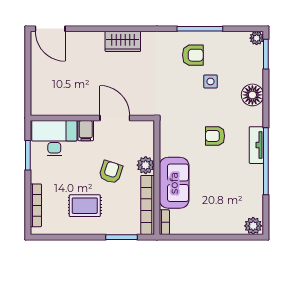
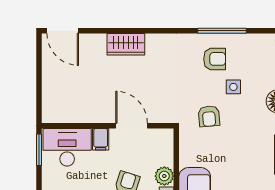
wardrobe: (123, 41) -> (126, 44), moved
armchair: (215, 136) -> (209, 116), moved, turned -95
window: (28, 155) -> (39, 150), moved

